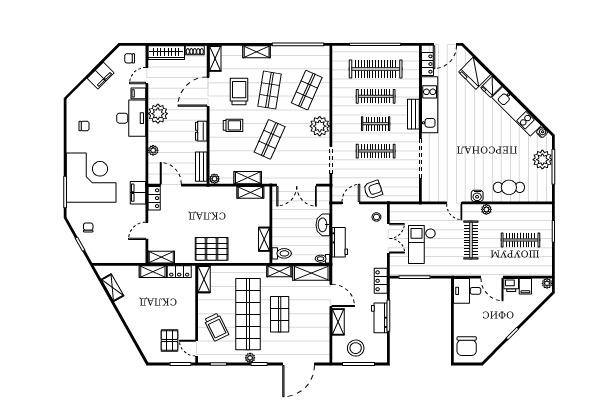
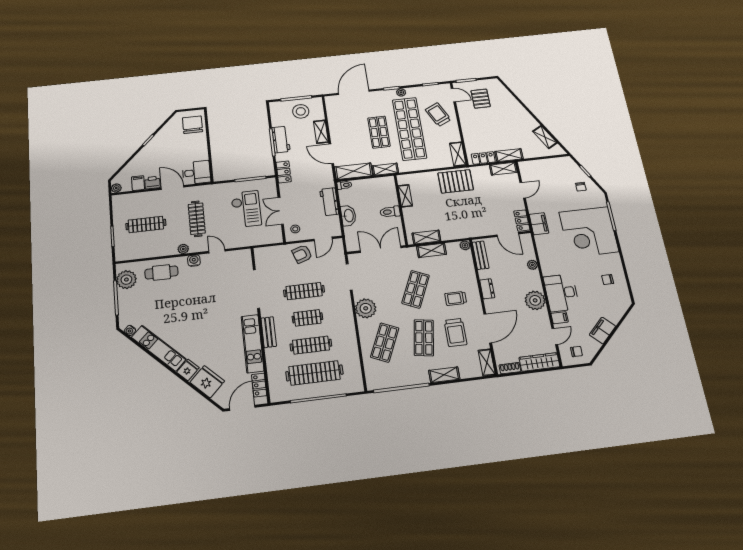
plant: (542, 160) -> (126, 280), moved
toilet: (282, 253) -> (390, 212), moved

